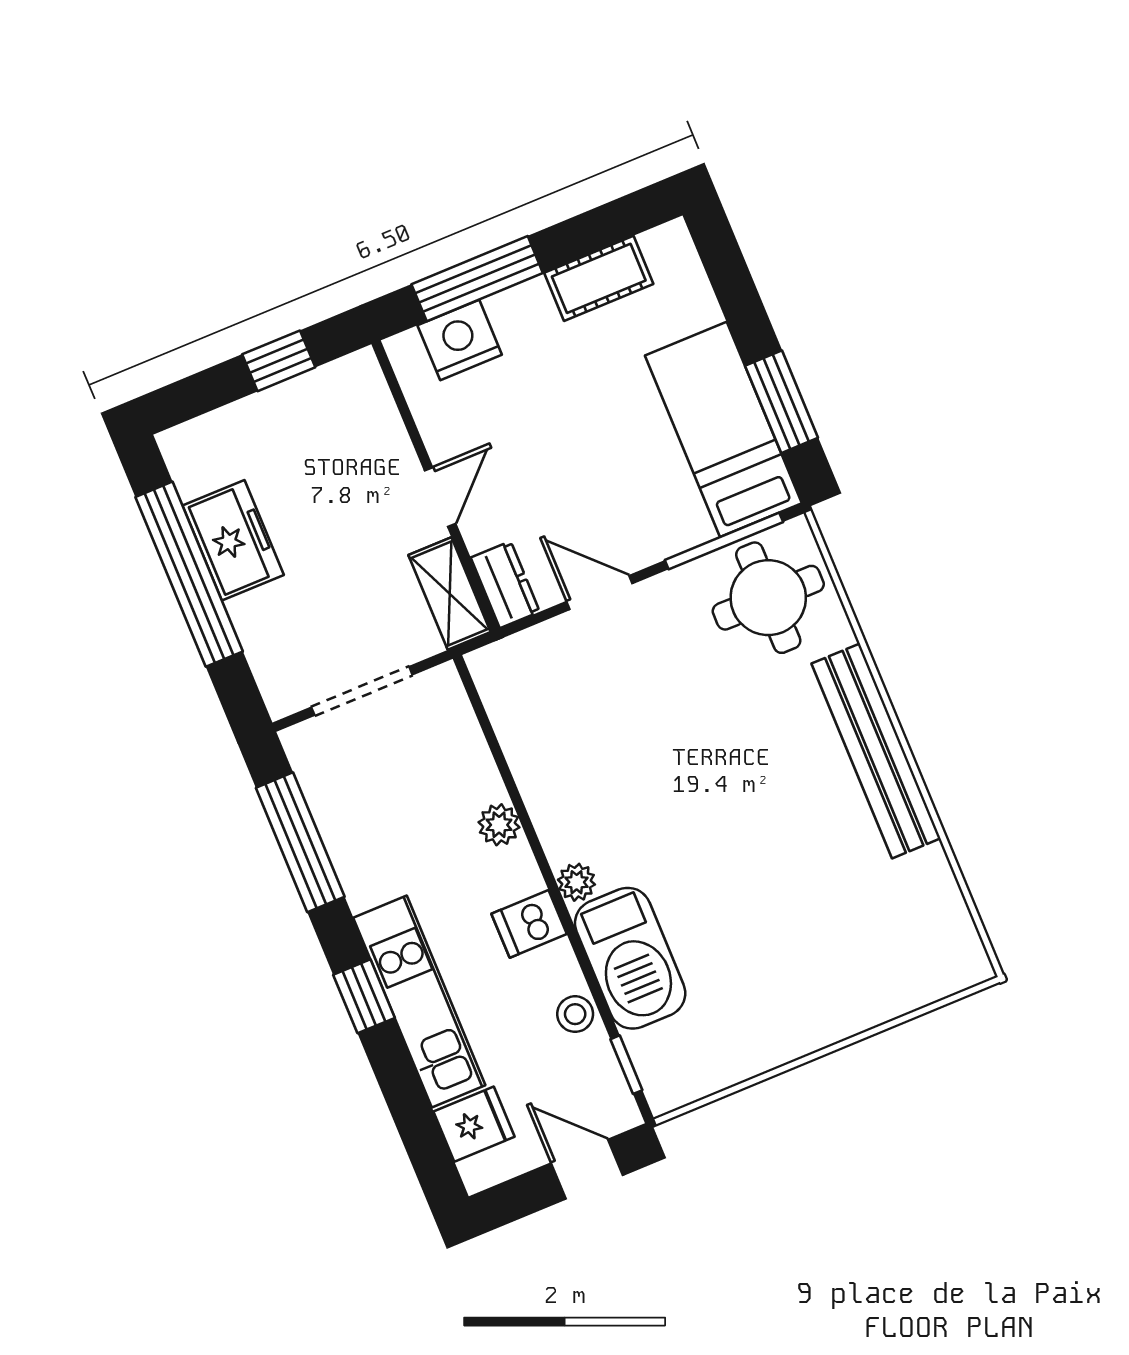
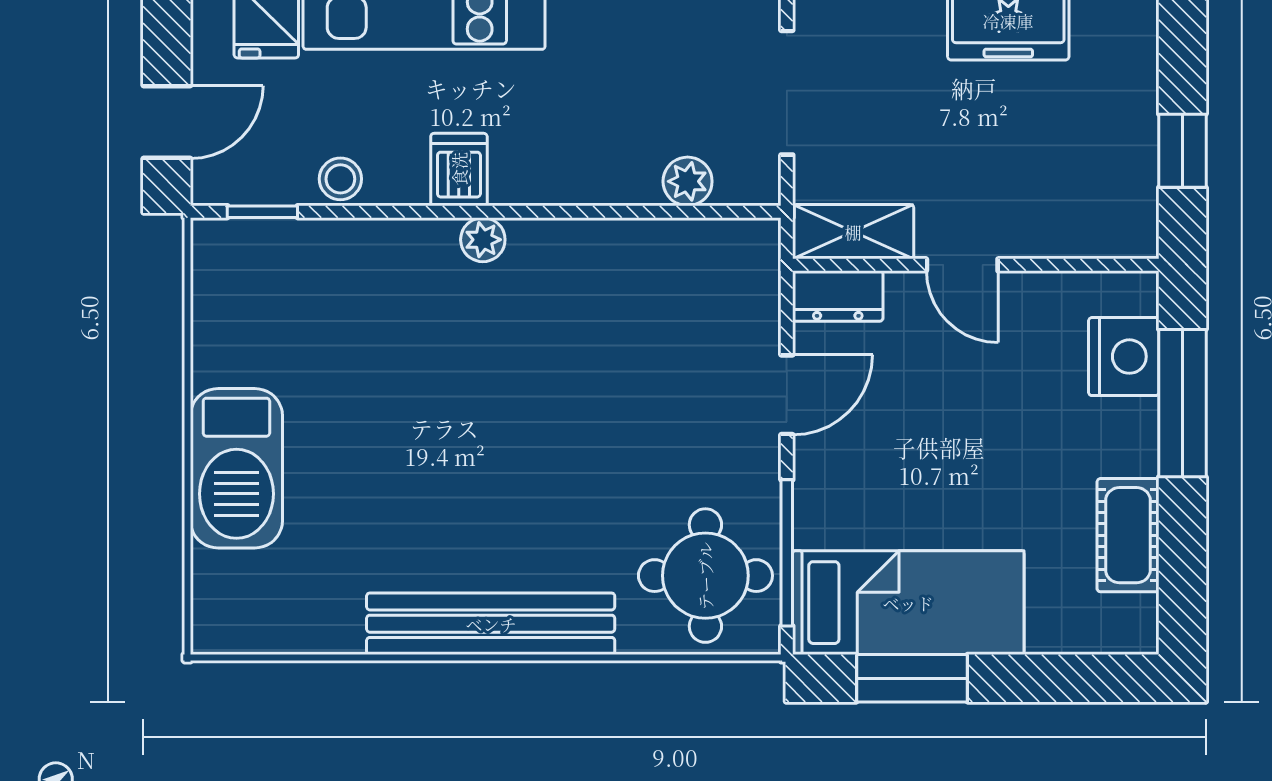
plant: (499, 825) -> (688, 181), moved
barbecue: (630, 958) -> (236, 468), moved, turned -90

